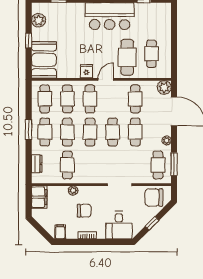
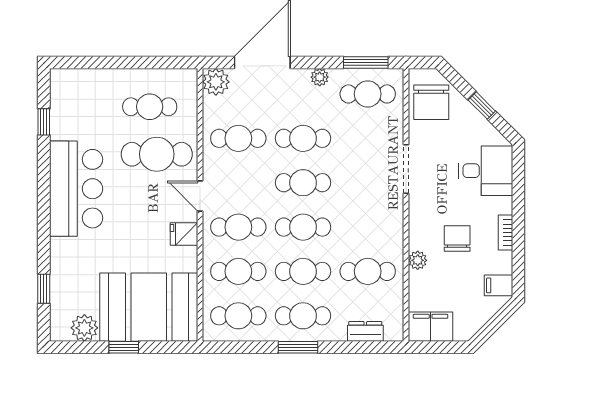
booth: (44, 60) -> (149, 307), width x1.36, depth x1.42

